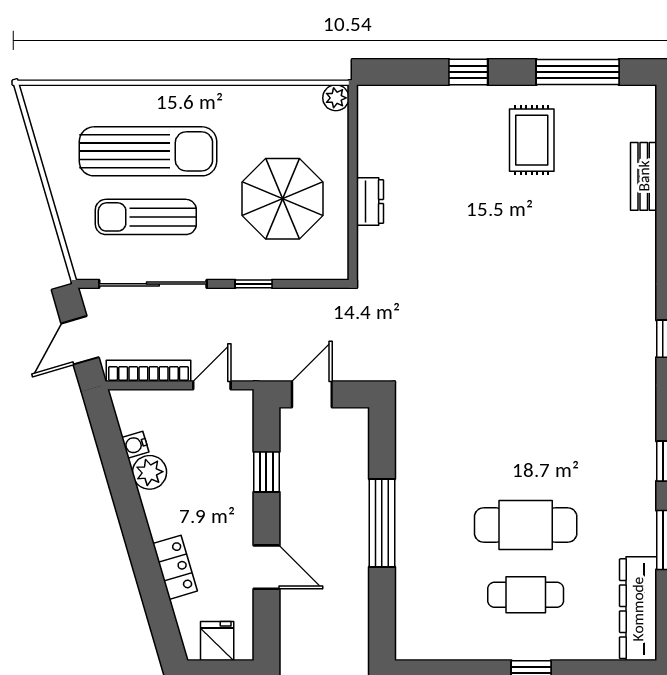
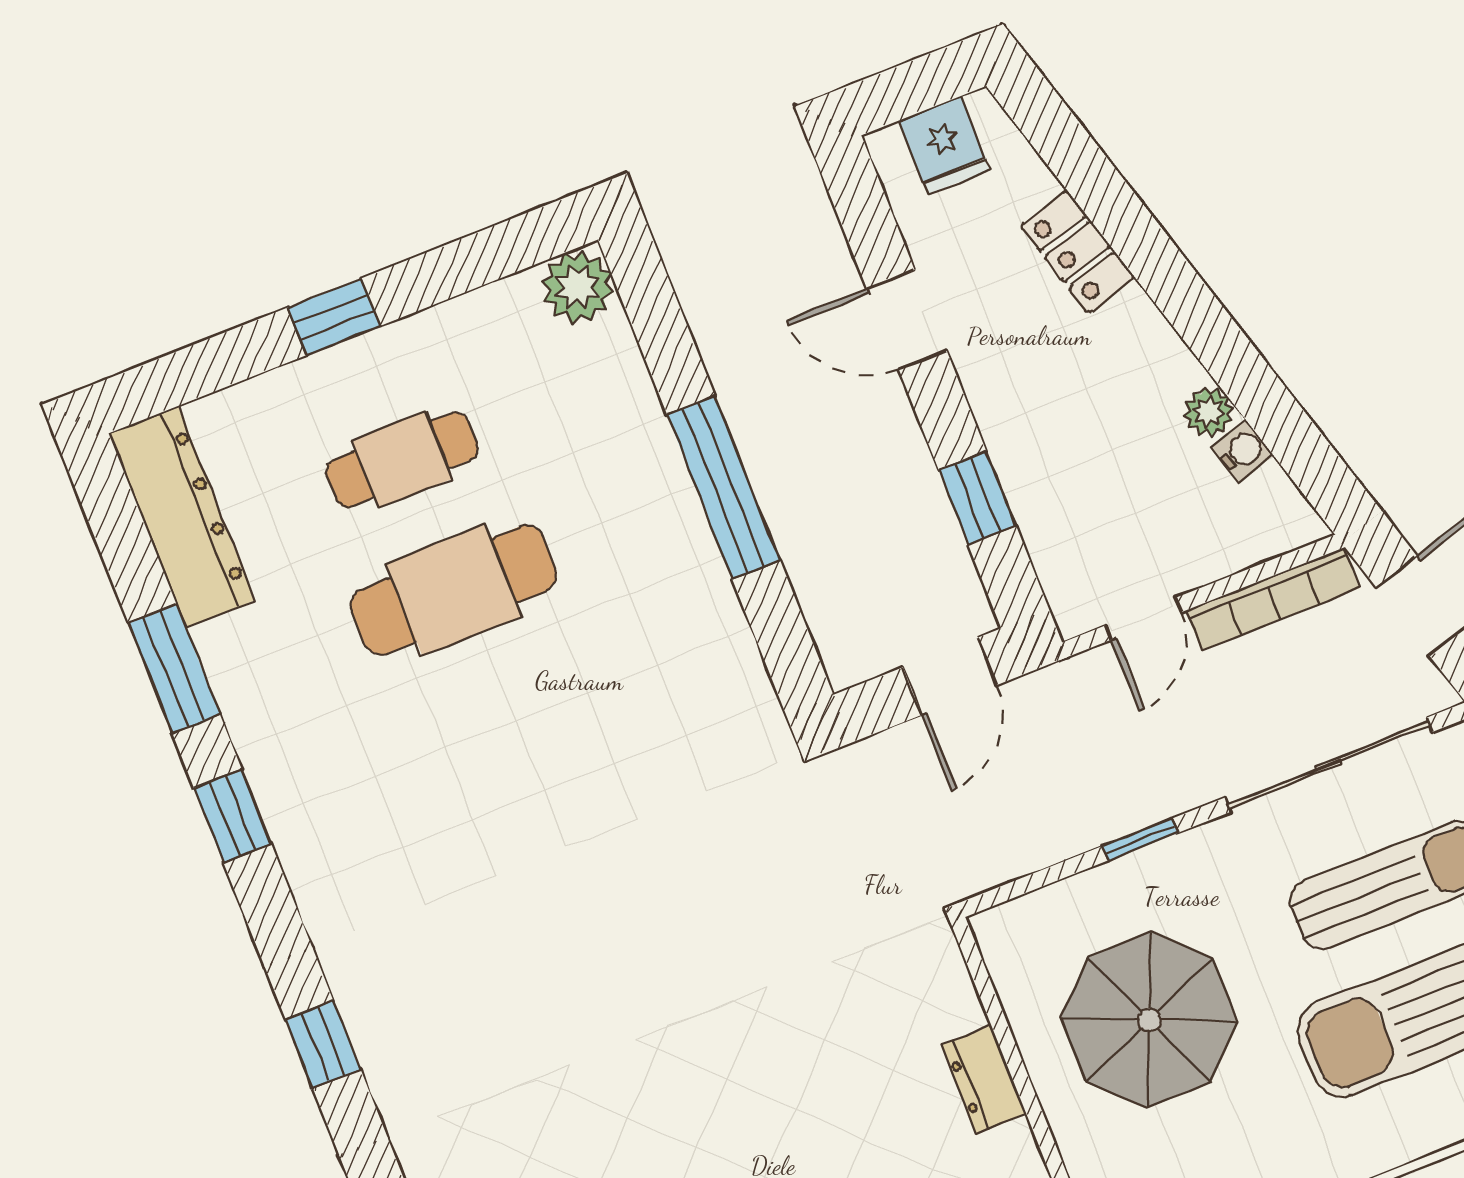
plant: (150, 472) -> (1209, 412), width x0.73, depth x0.73
plant: (413, 643) -> (578, 287), added

